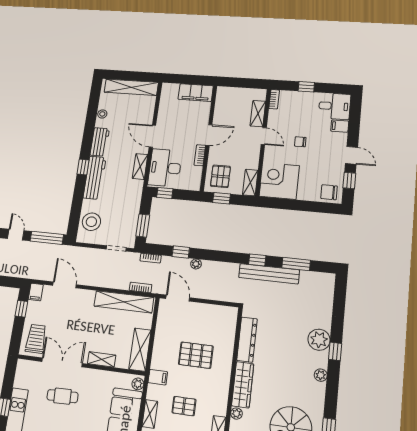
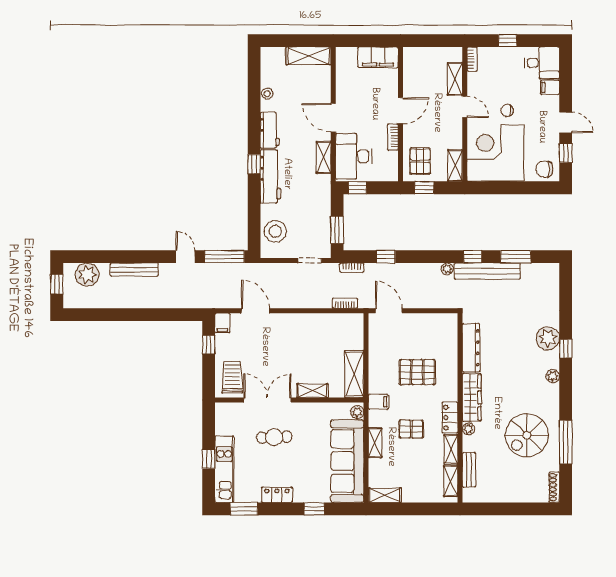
shelving: (131, 87) -> (308, 56), width x0.68
corner desk: (279, 181) -> (495, 153), width x1.36, depth x1.36
plant: (196, 264) -> (447, 269), moved
shelving: (124, 302) -> (328, 322), removed
locker: (220, 401) -> (450, 418), added

